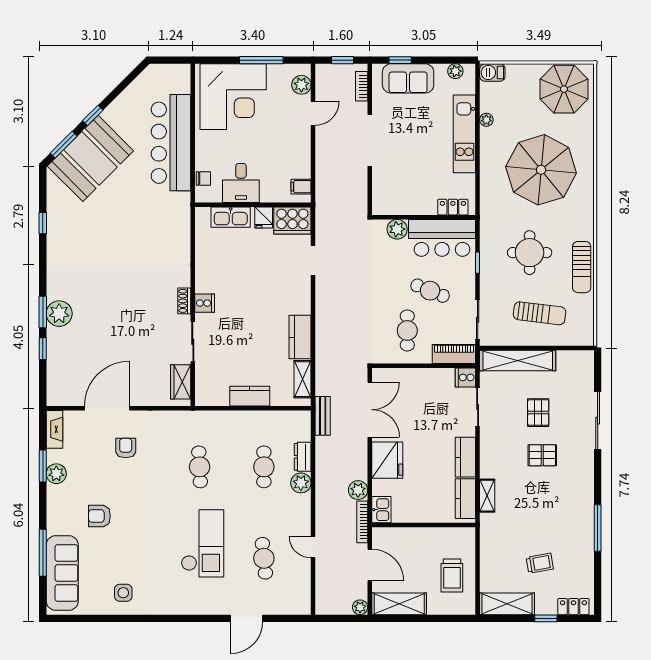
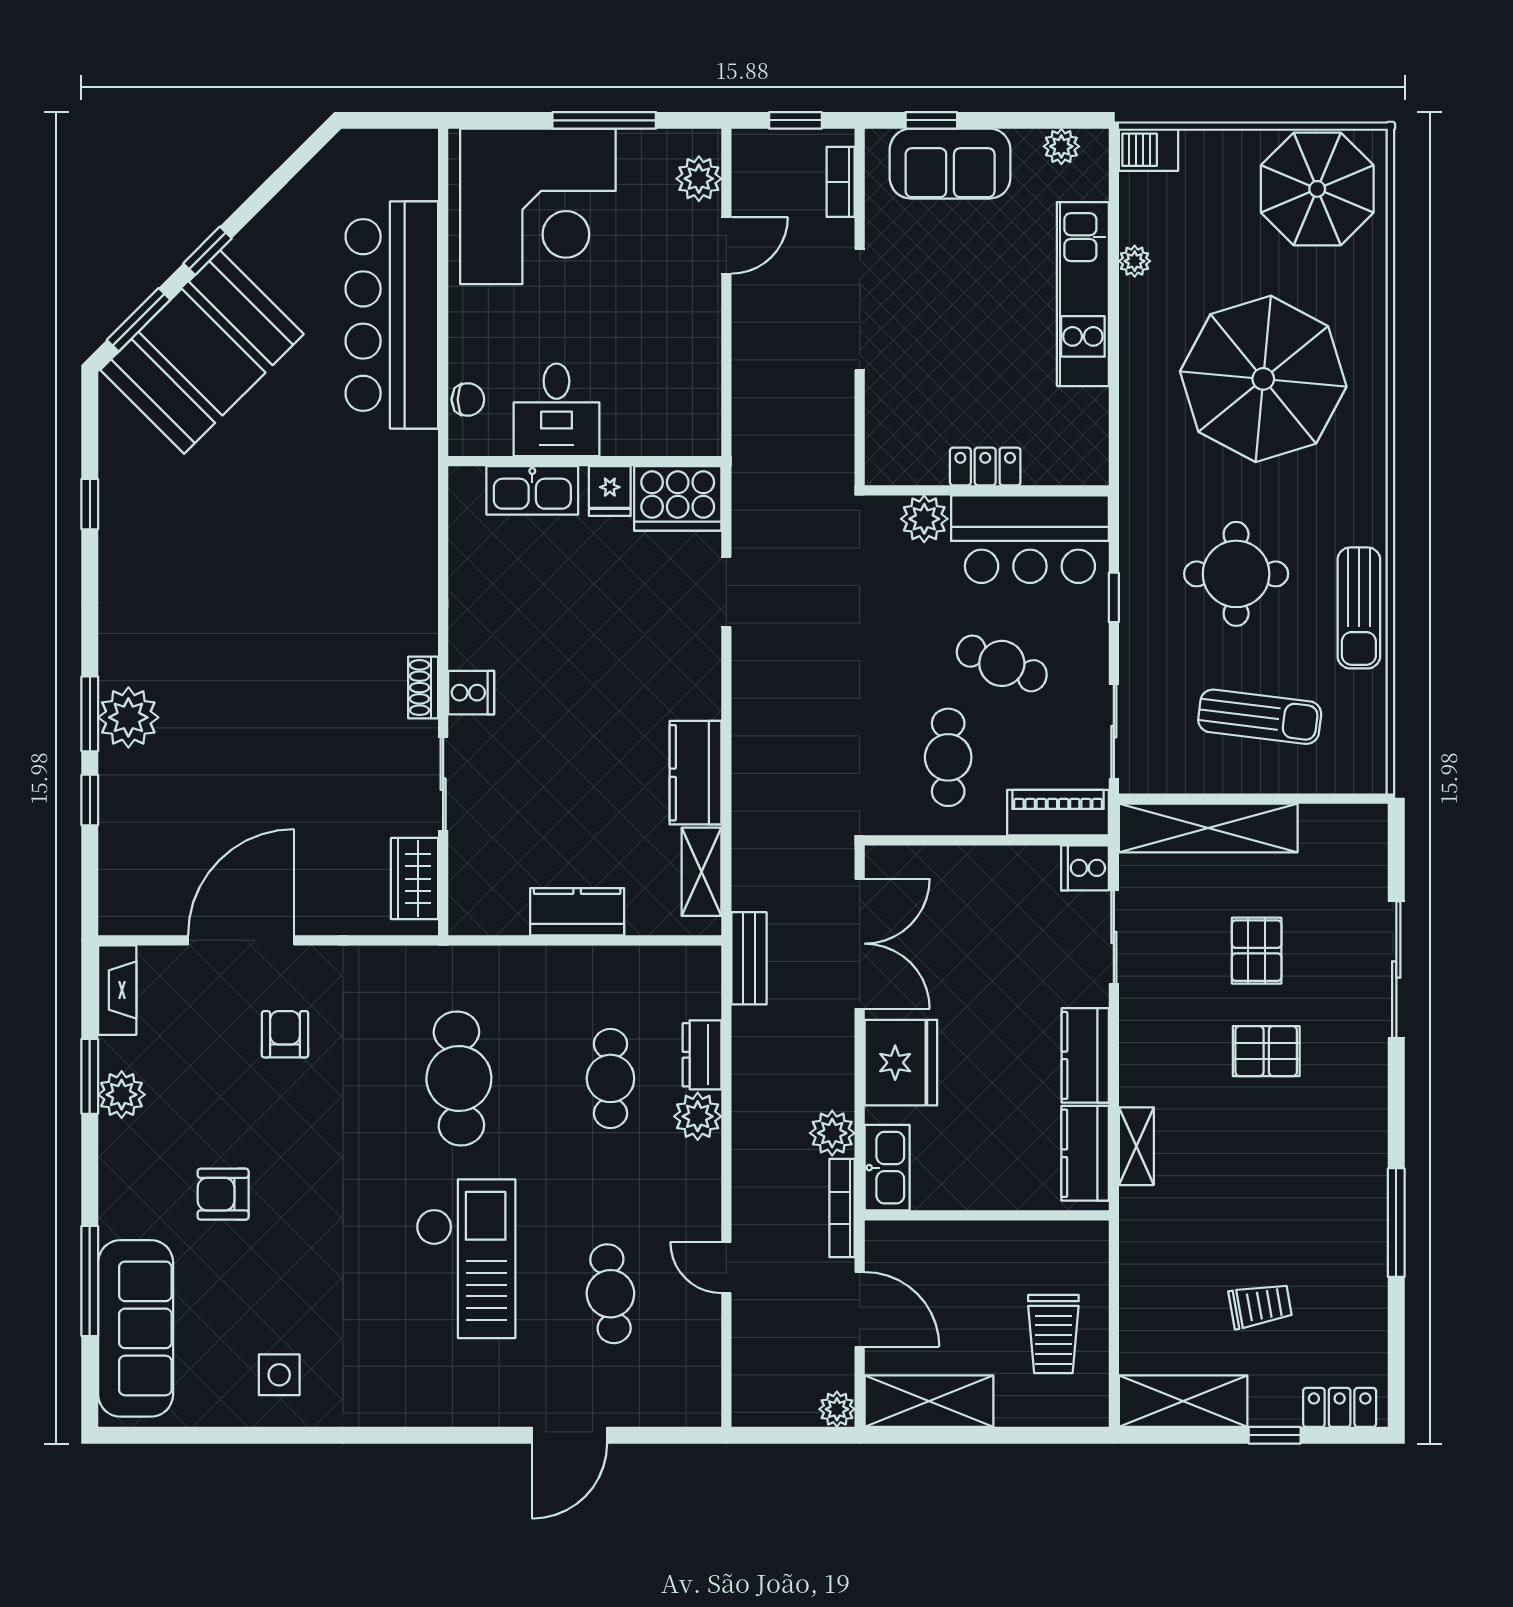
filing cabinet: (301, 187) -> (698, 419), removed
locker: (453, 207) -> (985, 467), moved
cafe table: (200, 467) -> (459, 1078), width x1.37, depth x1.35
kitchen sink: (381, 510) -> (887, 1168), width x1.38

